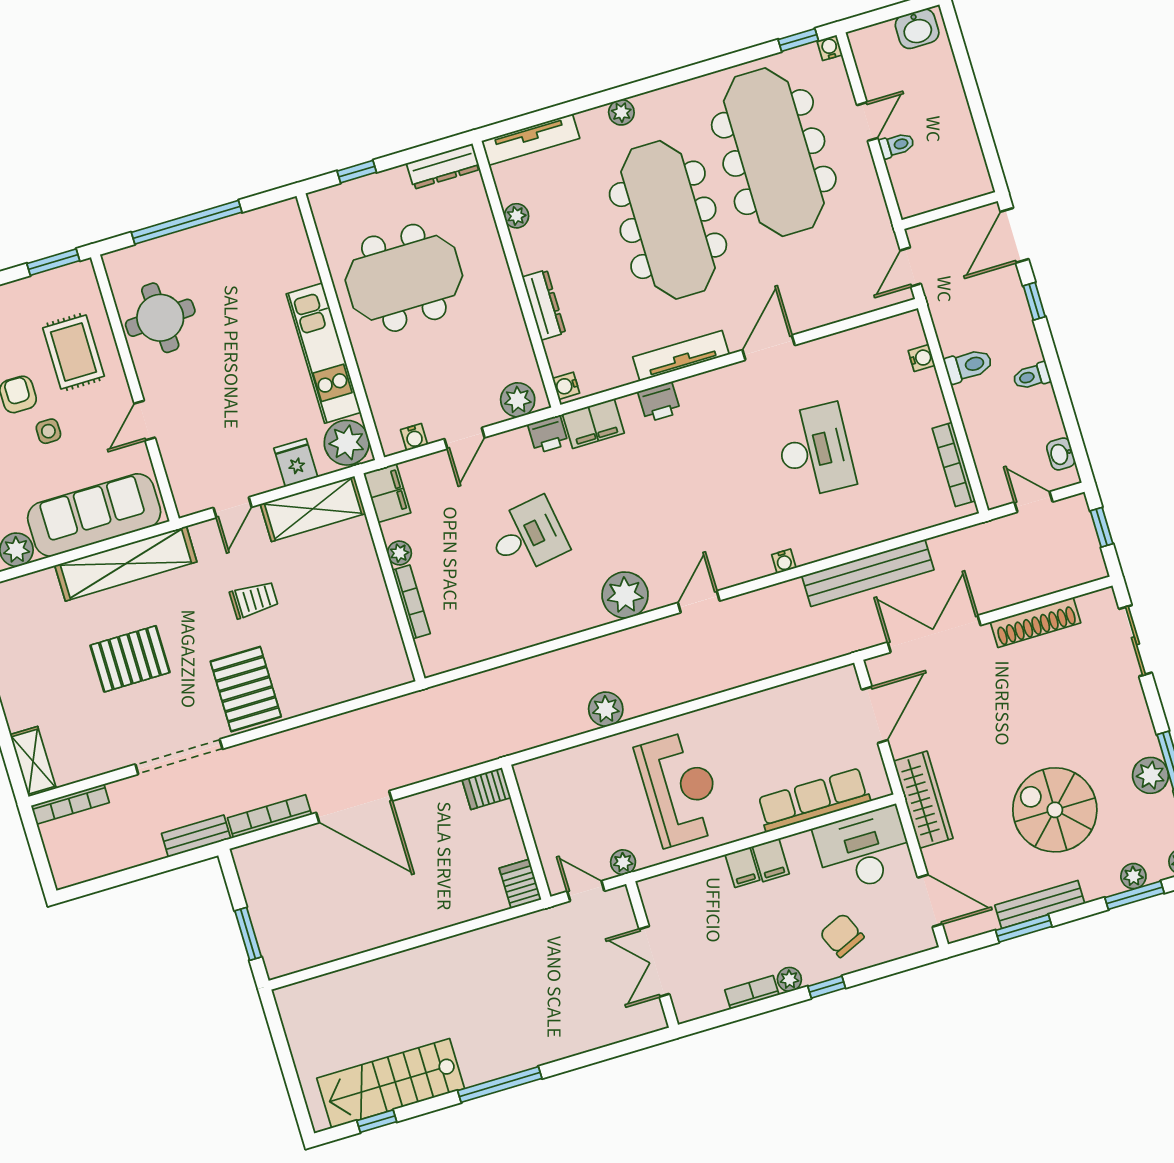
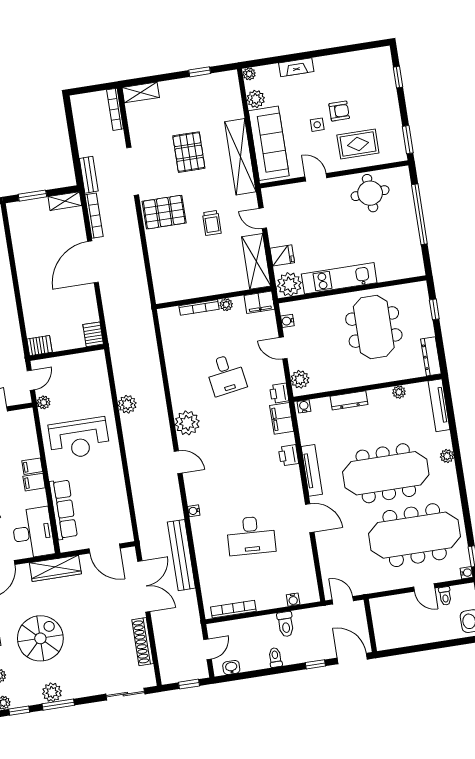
toilet: (897, 145) -> (445, 596), moved
shelving: (250, 873) -> (65, 201), added

